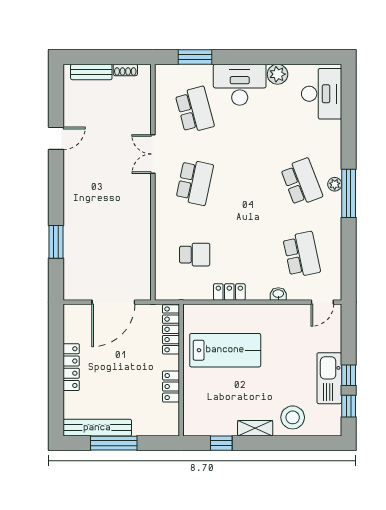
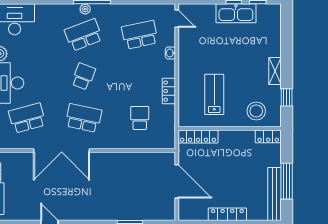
double door: (153, 154) -> (62, 151), width x1.87
school desk: (248, 182) -> (83, 76), added
lab bench: (225, 350) -> (214, 94), width x0.73, depth x0.72
locker: (171, 387) -> (268, 136), moved
stool: (293, 417) -> (256, 111), moved

